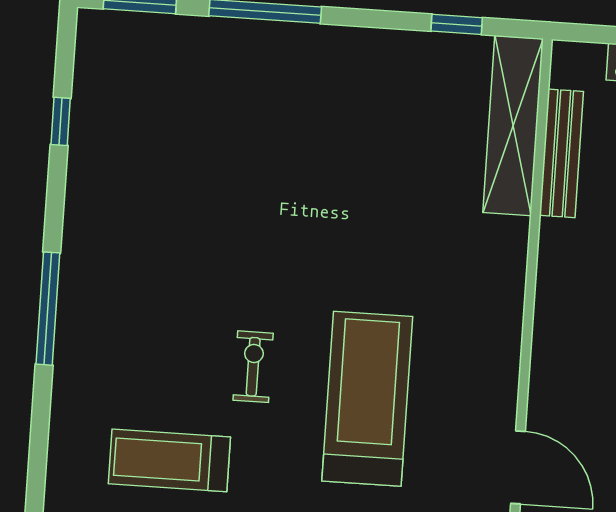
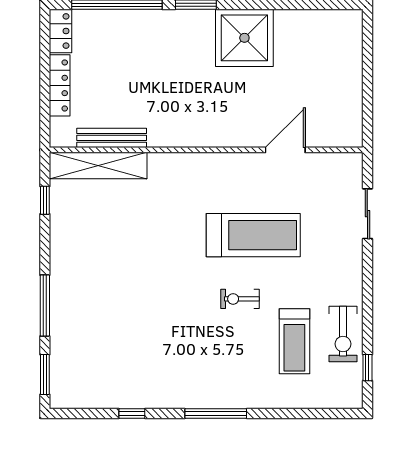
window: (61, 121) -> (132, 414), moved
treadmill: (367, 399) -> (253, 235), turned 180

